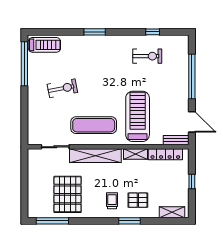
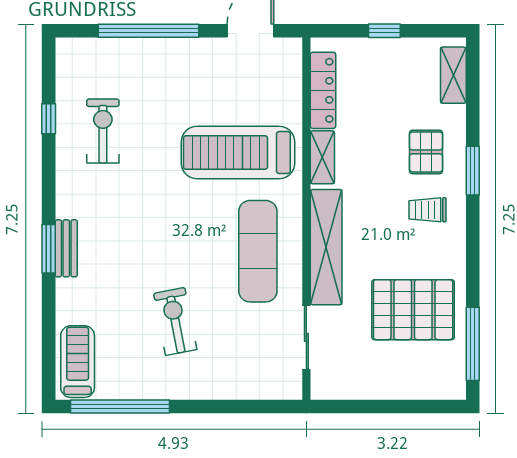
bench: (176, 140) -> (66, 248), moved

